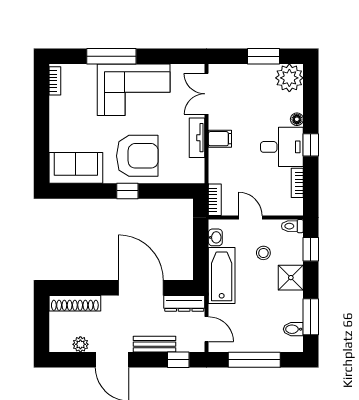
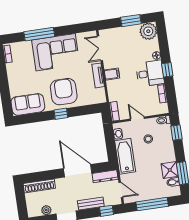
armchair: (137, 156) -> (64, 92), turned -90
shower: (291, 278) -> (170, 170), moved

